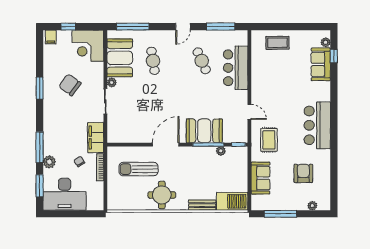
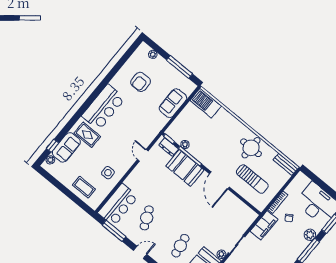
bar counter: (236, 68) -> (118, 205), moved
side table: (267, 72) -> (108, 173), added
dresser: (233, 137) -> (169, 147), added
rug: (269, 140) -> (87, 135), moved, turned 90
door: (166, 145) -> (219, 180), hinge flipped
bench: (202, 205) -> (285, 164), moved

